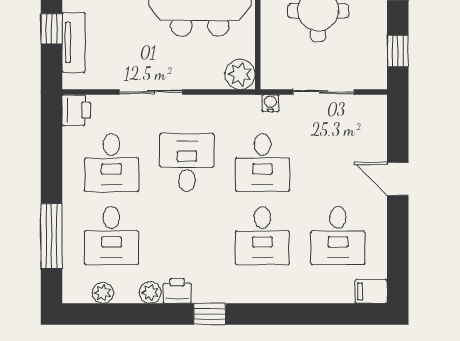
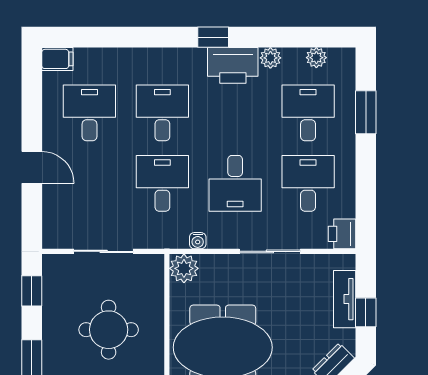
water cooler: (270, 103) -> (198, 241), moved
window: (52, 236) -> (366, 112), width x0.69
printer: (177, 291) -> (233, 65), width x1.87, depth x1.48

